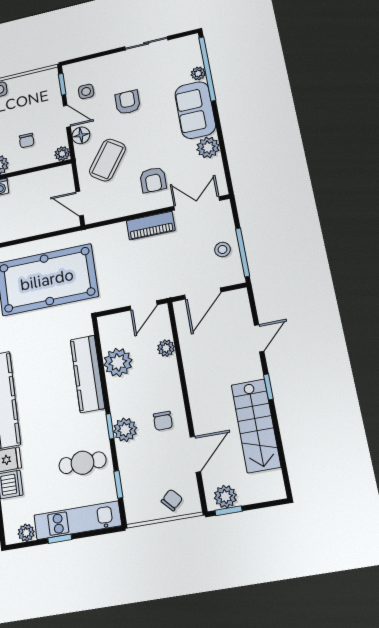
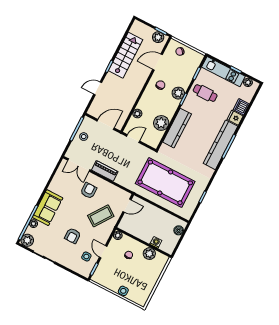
floor lamp: (81, 135) -> (104, 237), removed
plant: (208, 147) -> (27, 240), moved
door: (80, 203) -> (127, 206), hinge flipped

